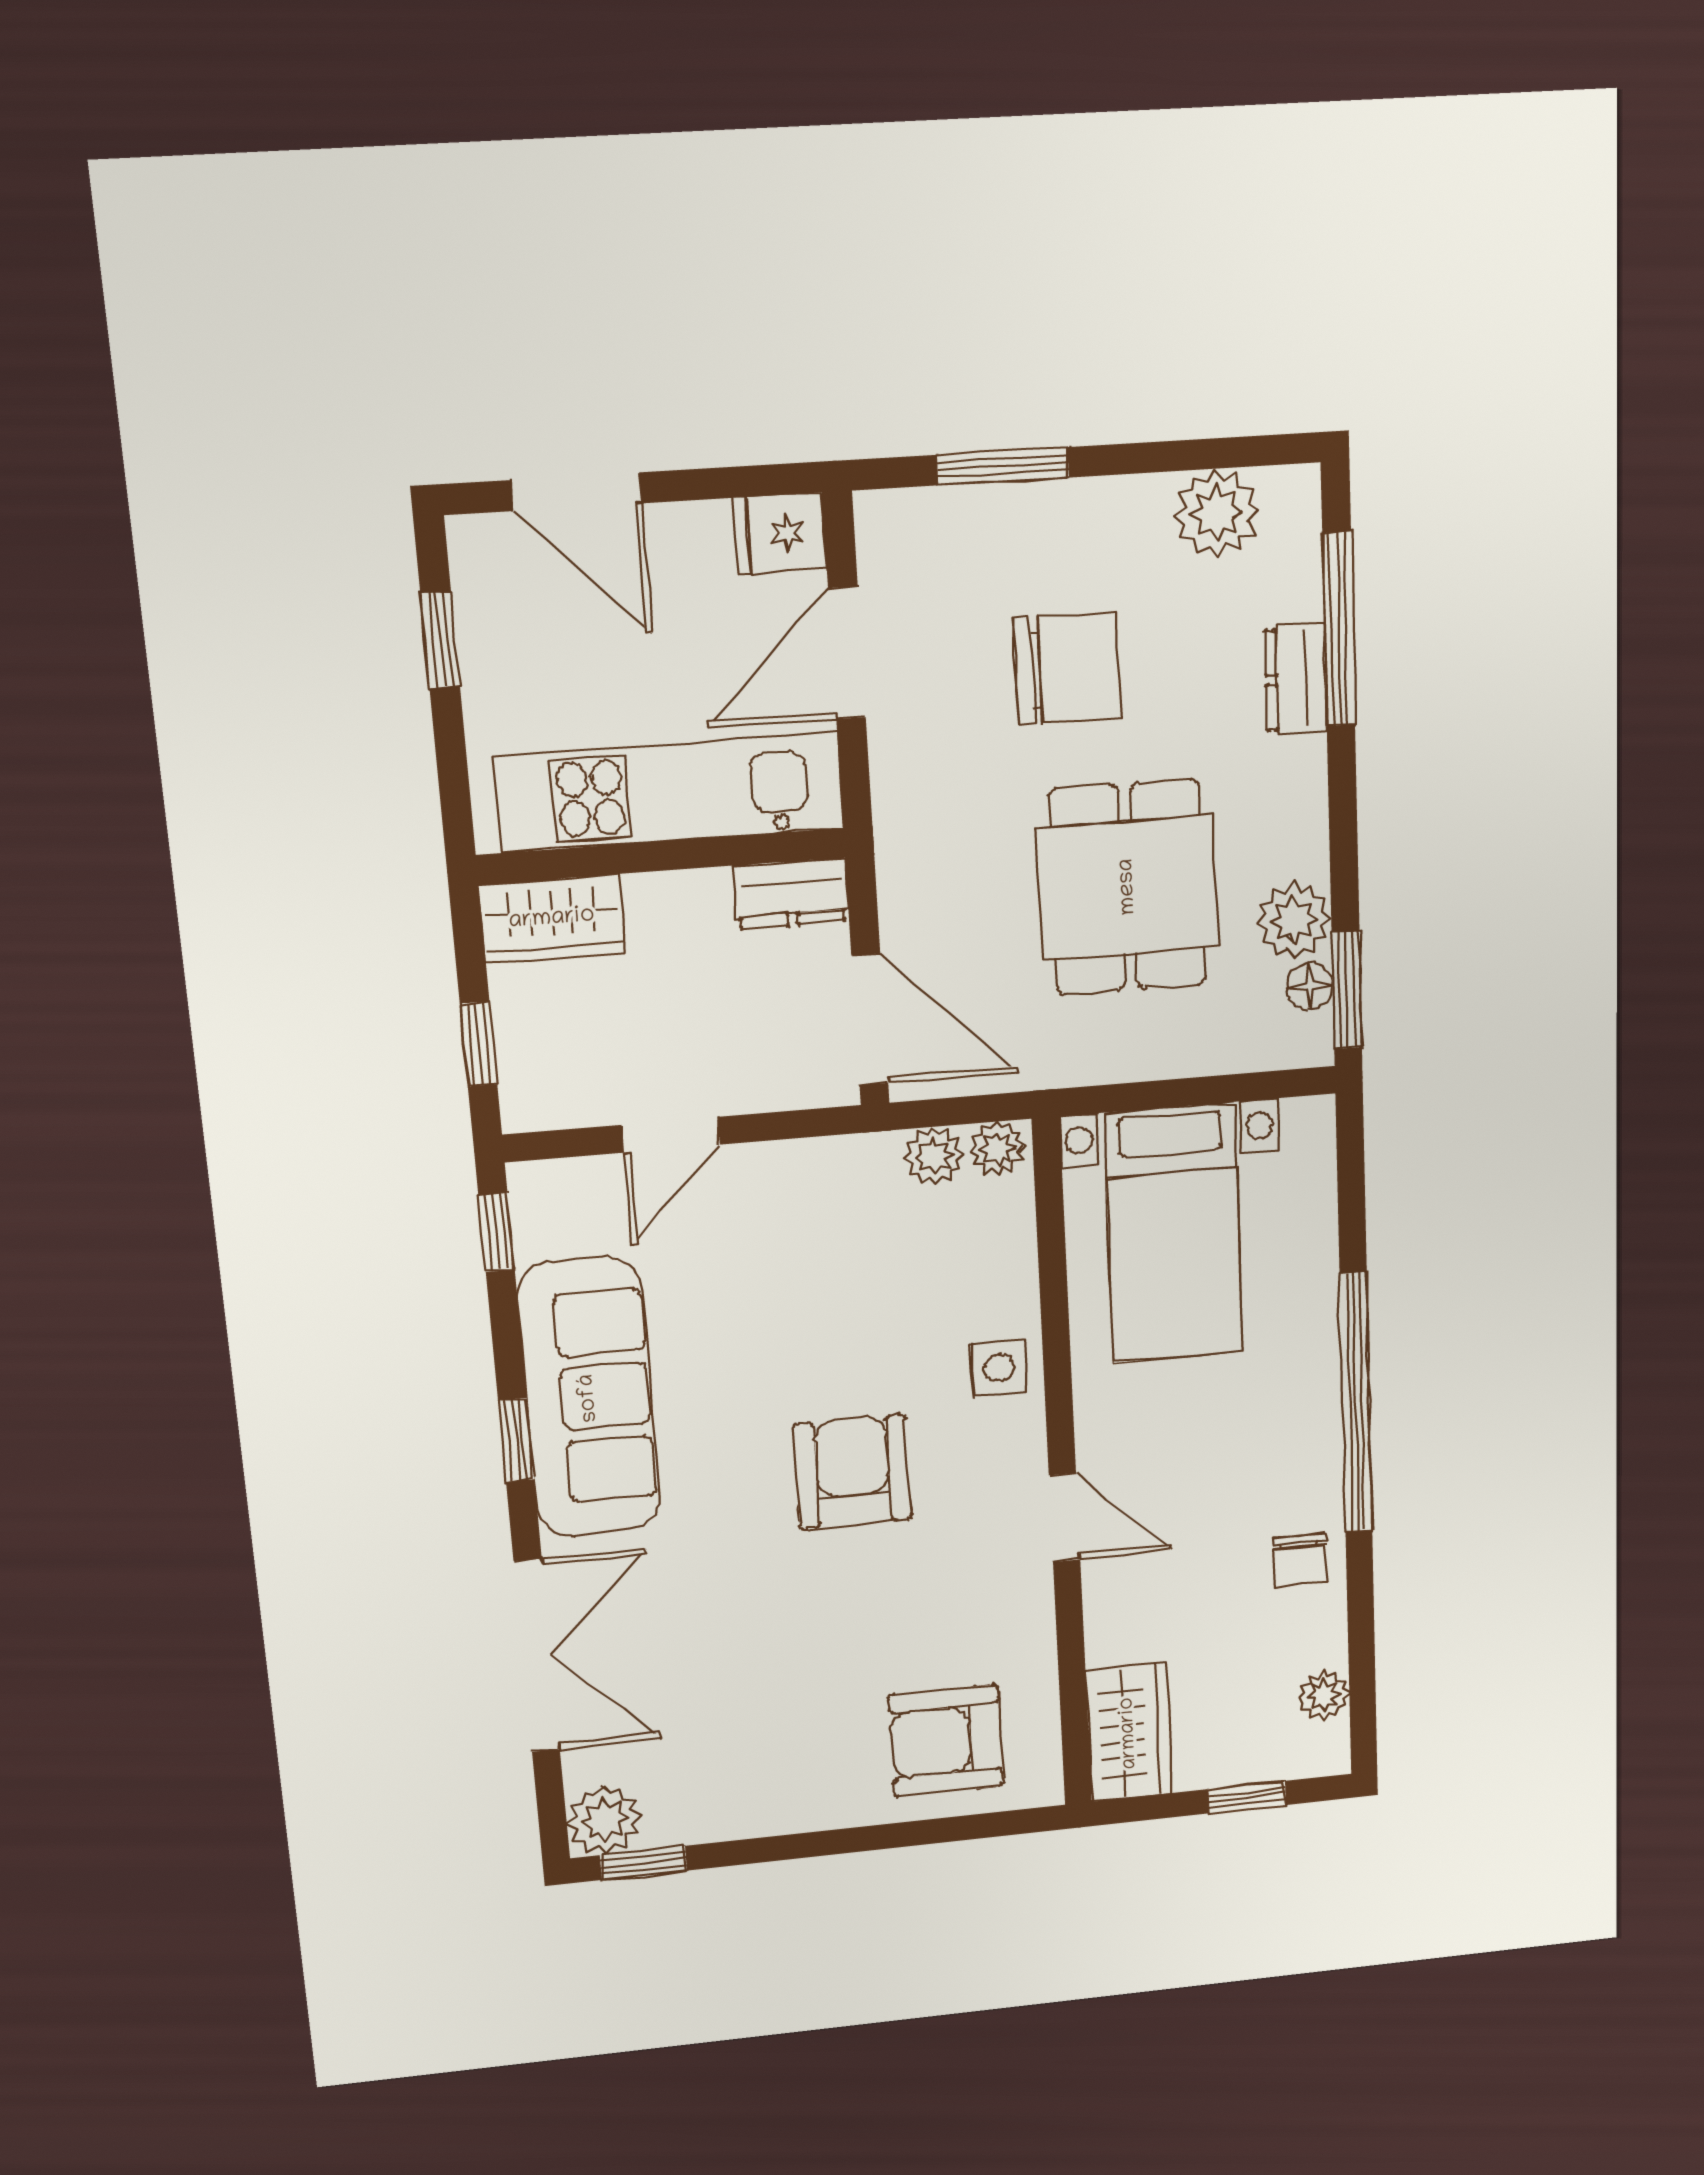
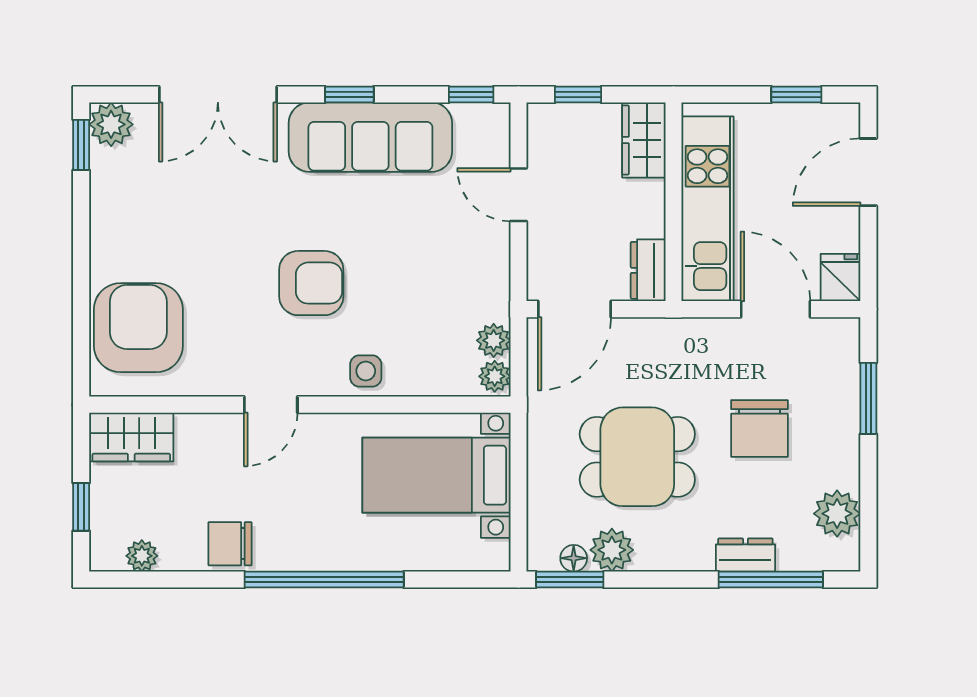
chair: (1300, 1560) -> (230, 544), width x1.37, depth x1.37
armchair: (946, 1741) -> (138, 328), width x1.36, depth x1.36

